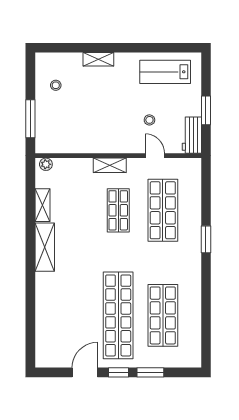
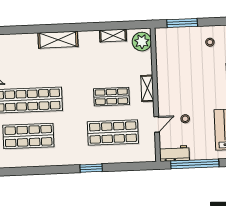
window: (206, 110) -> (195, 164), width x2.11
plant: (46, 164) -> (142, 42), width x1.88, depth x1.88
shelving: (45, 247) -> (58, 40), moved

